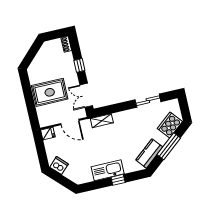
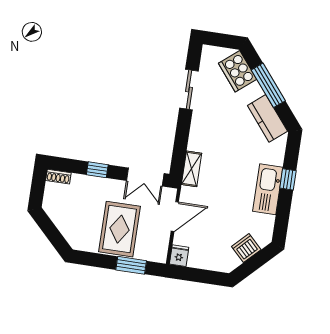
window: (31, 108) -> (131, 265), added
dishwasher: (59, 166) -> (246, 248), moved

